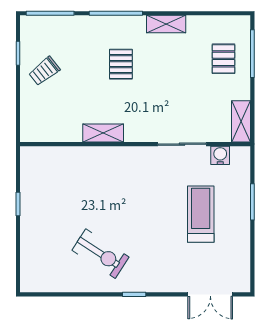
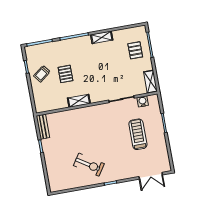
pallet: (121, 64) -> (65, 74), moved
bench: (29, 169) -> (43, 127), added

